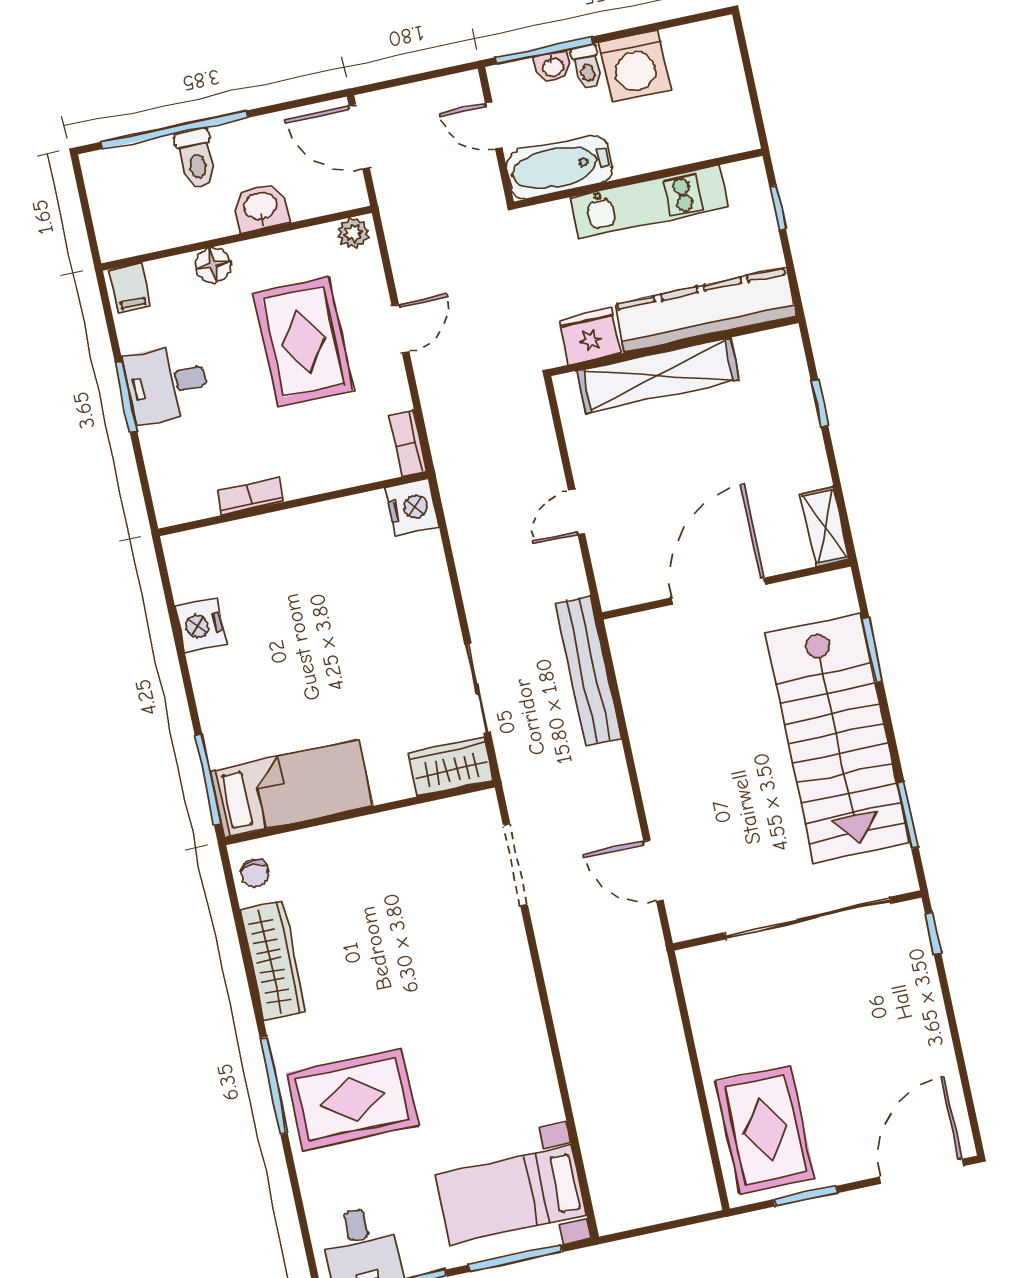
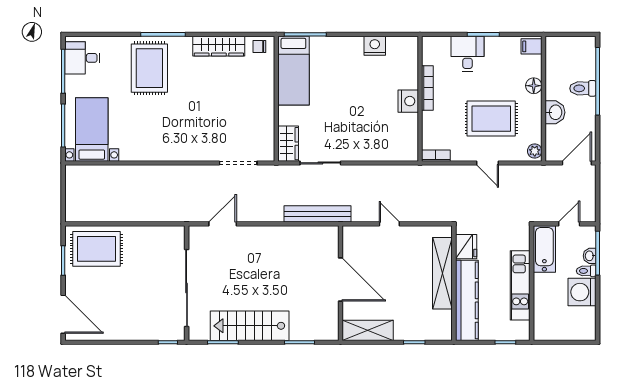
desk: (167, 383) -> (468, 54), moved
bookcase: (250, 496) -> (427, 88), width x1.56
nightstand: (412, 507) -> (408, 101), moved, turned -90
shelving: (825, 526) -> (368, 330), width x1.50, depth x1.33
stairs: (837, 738) -> (250, 326), width x0.73, depth x0.66

